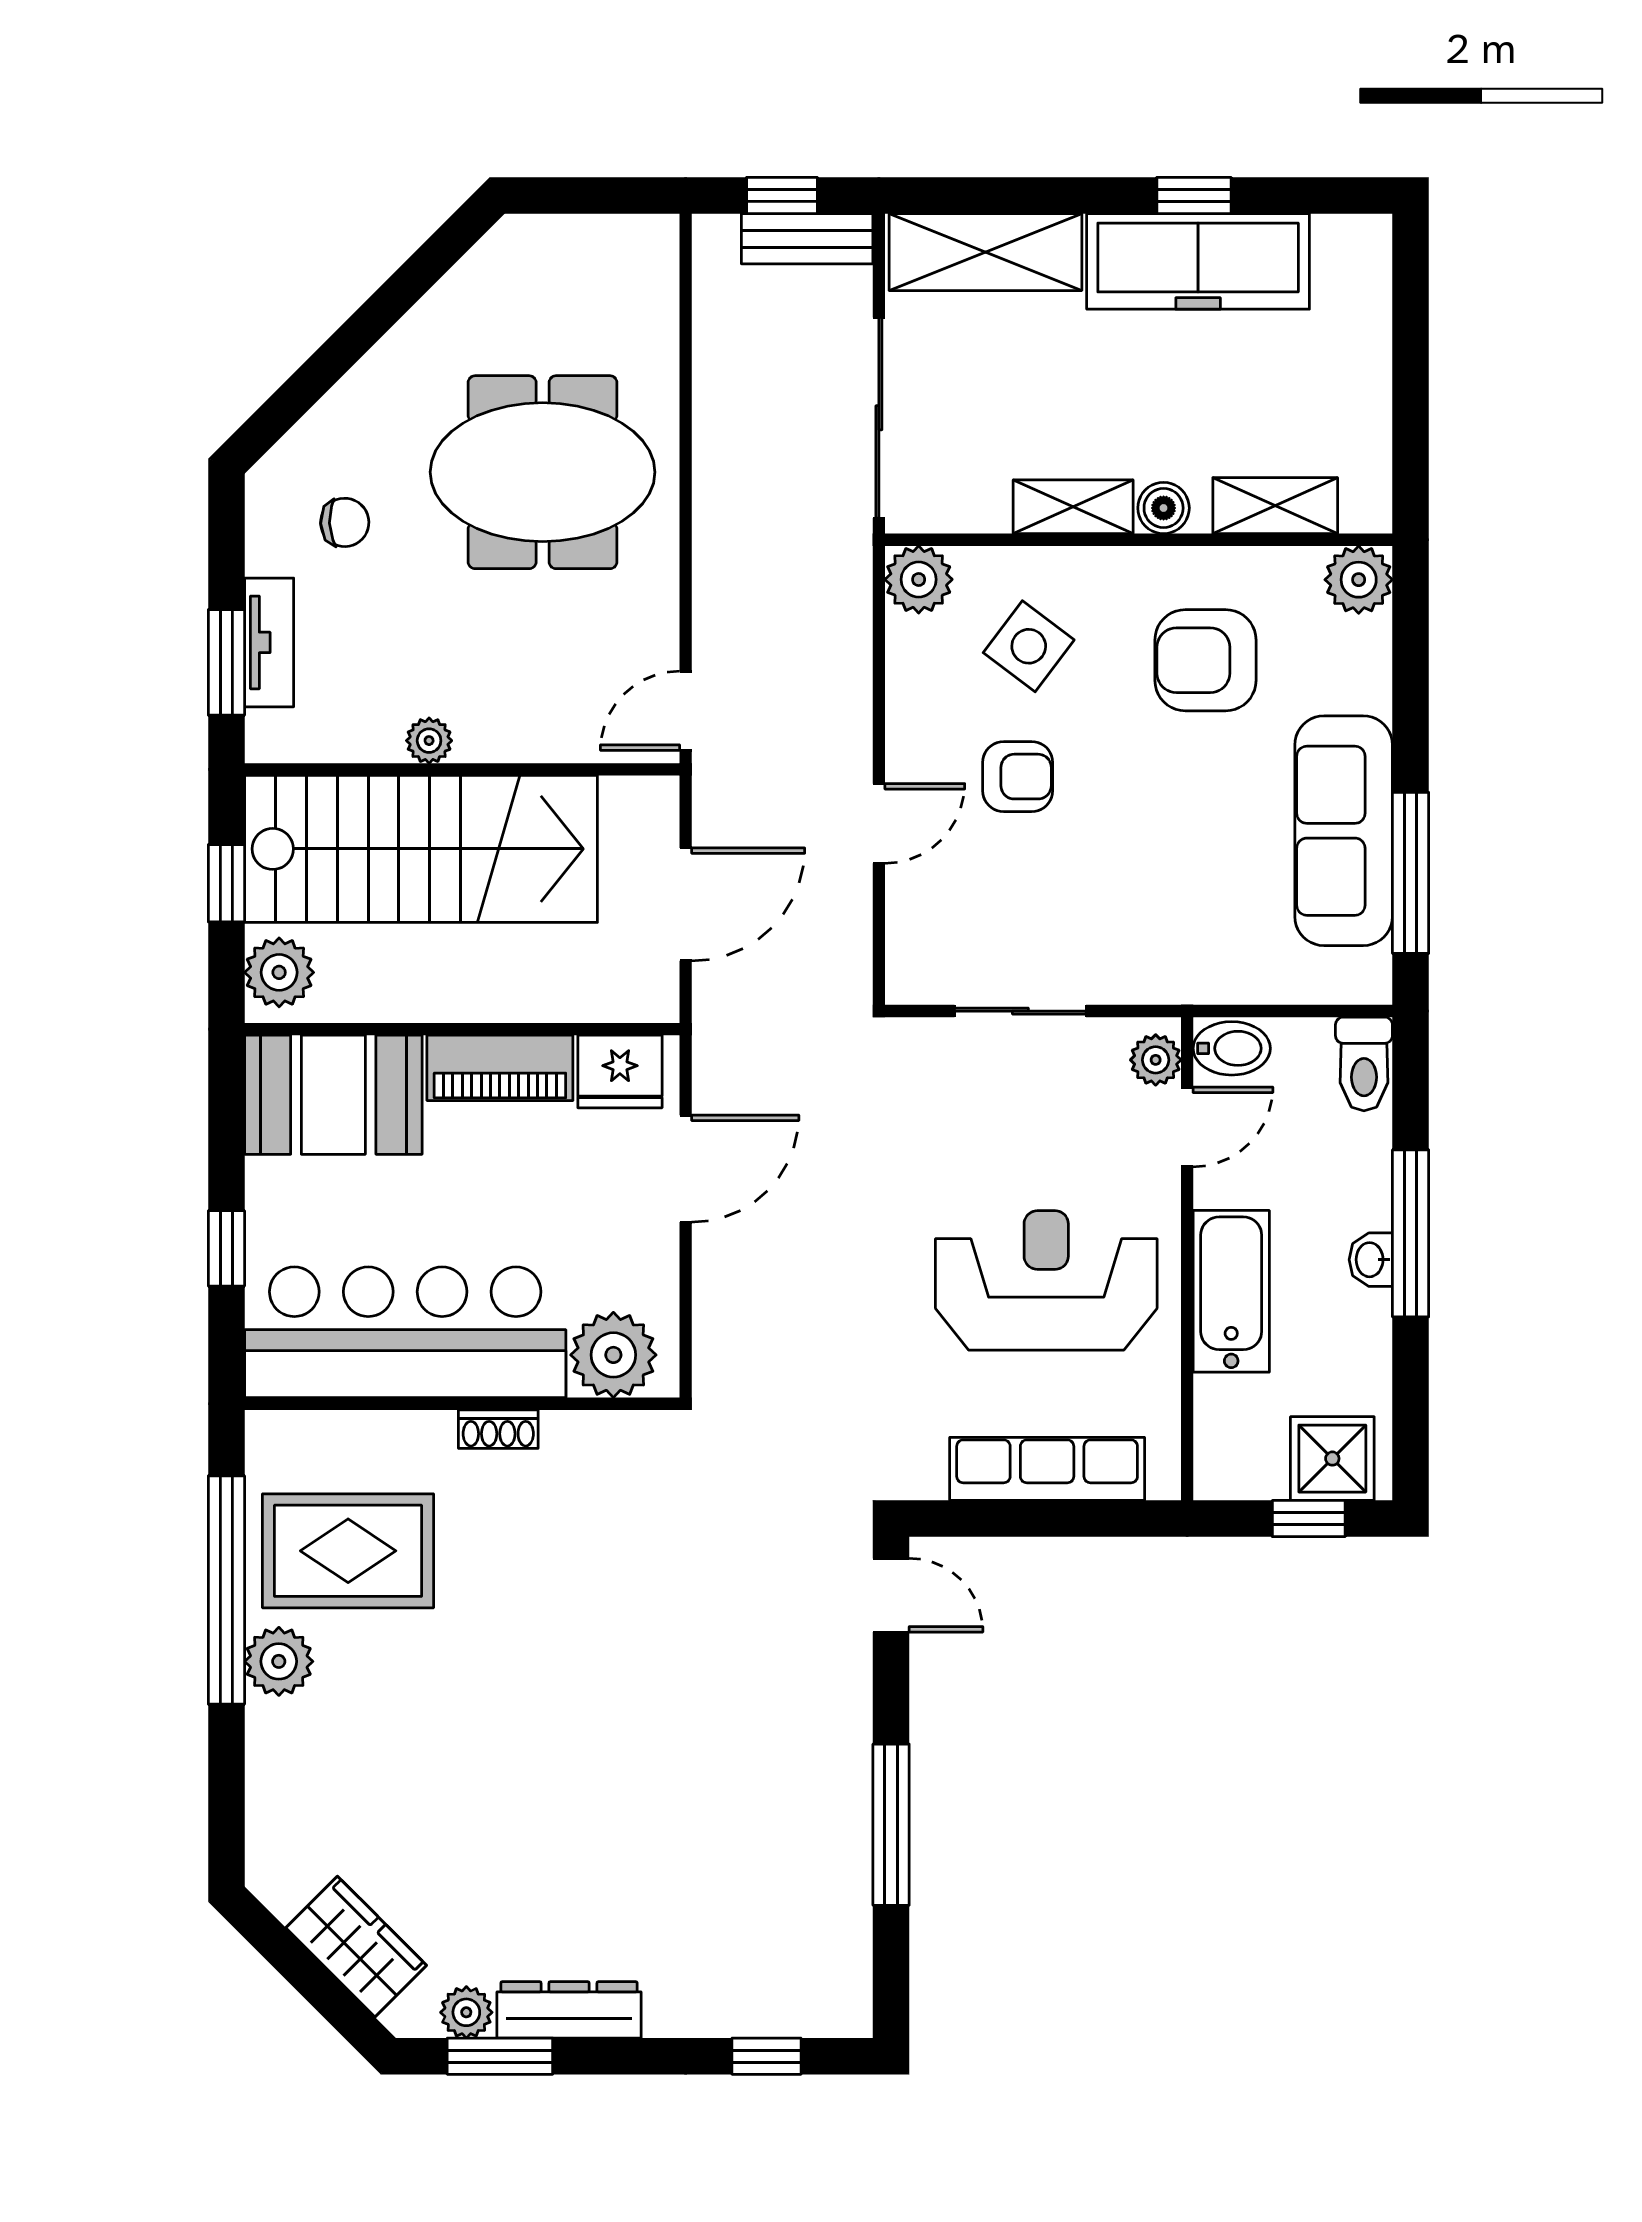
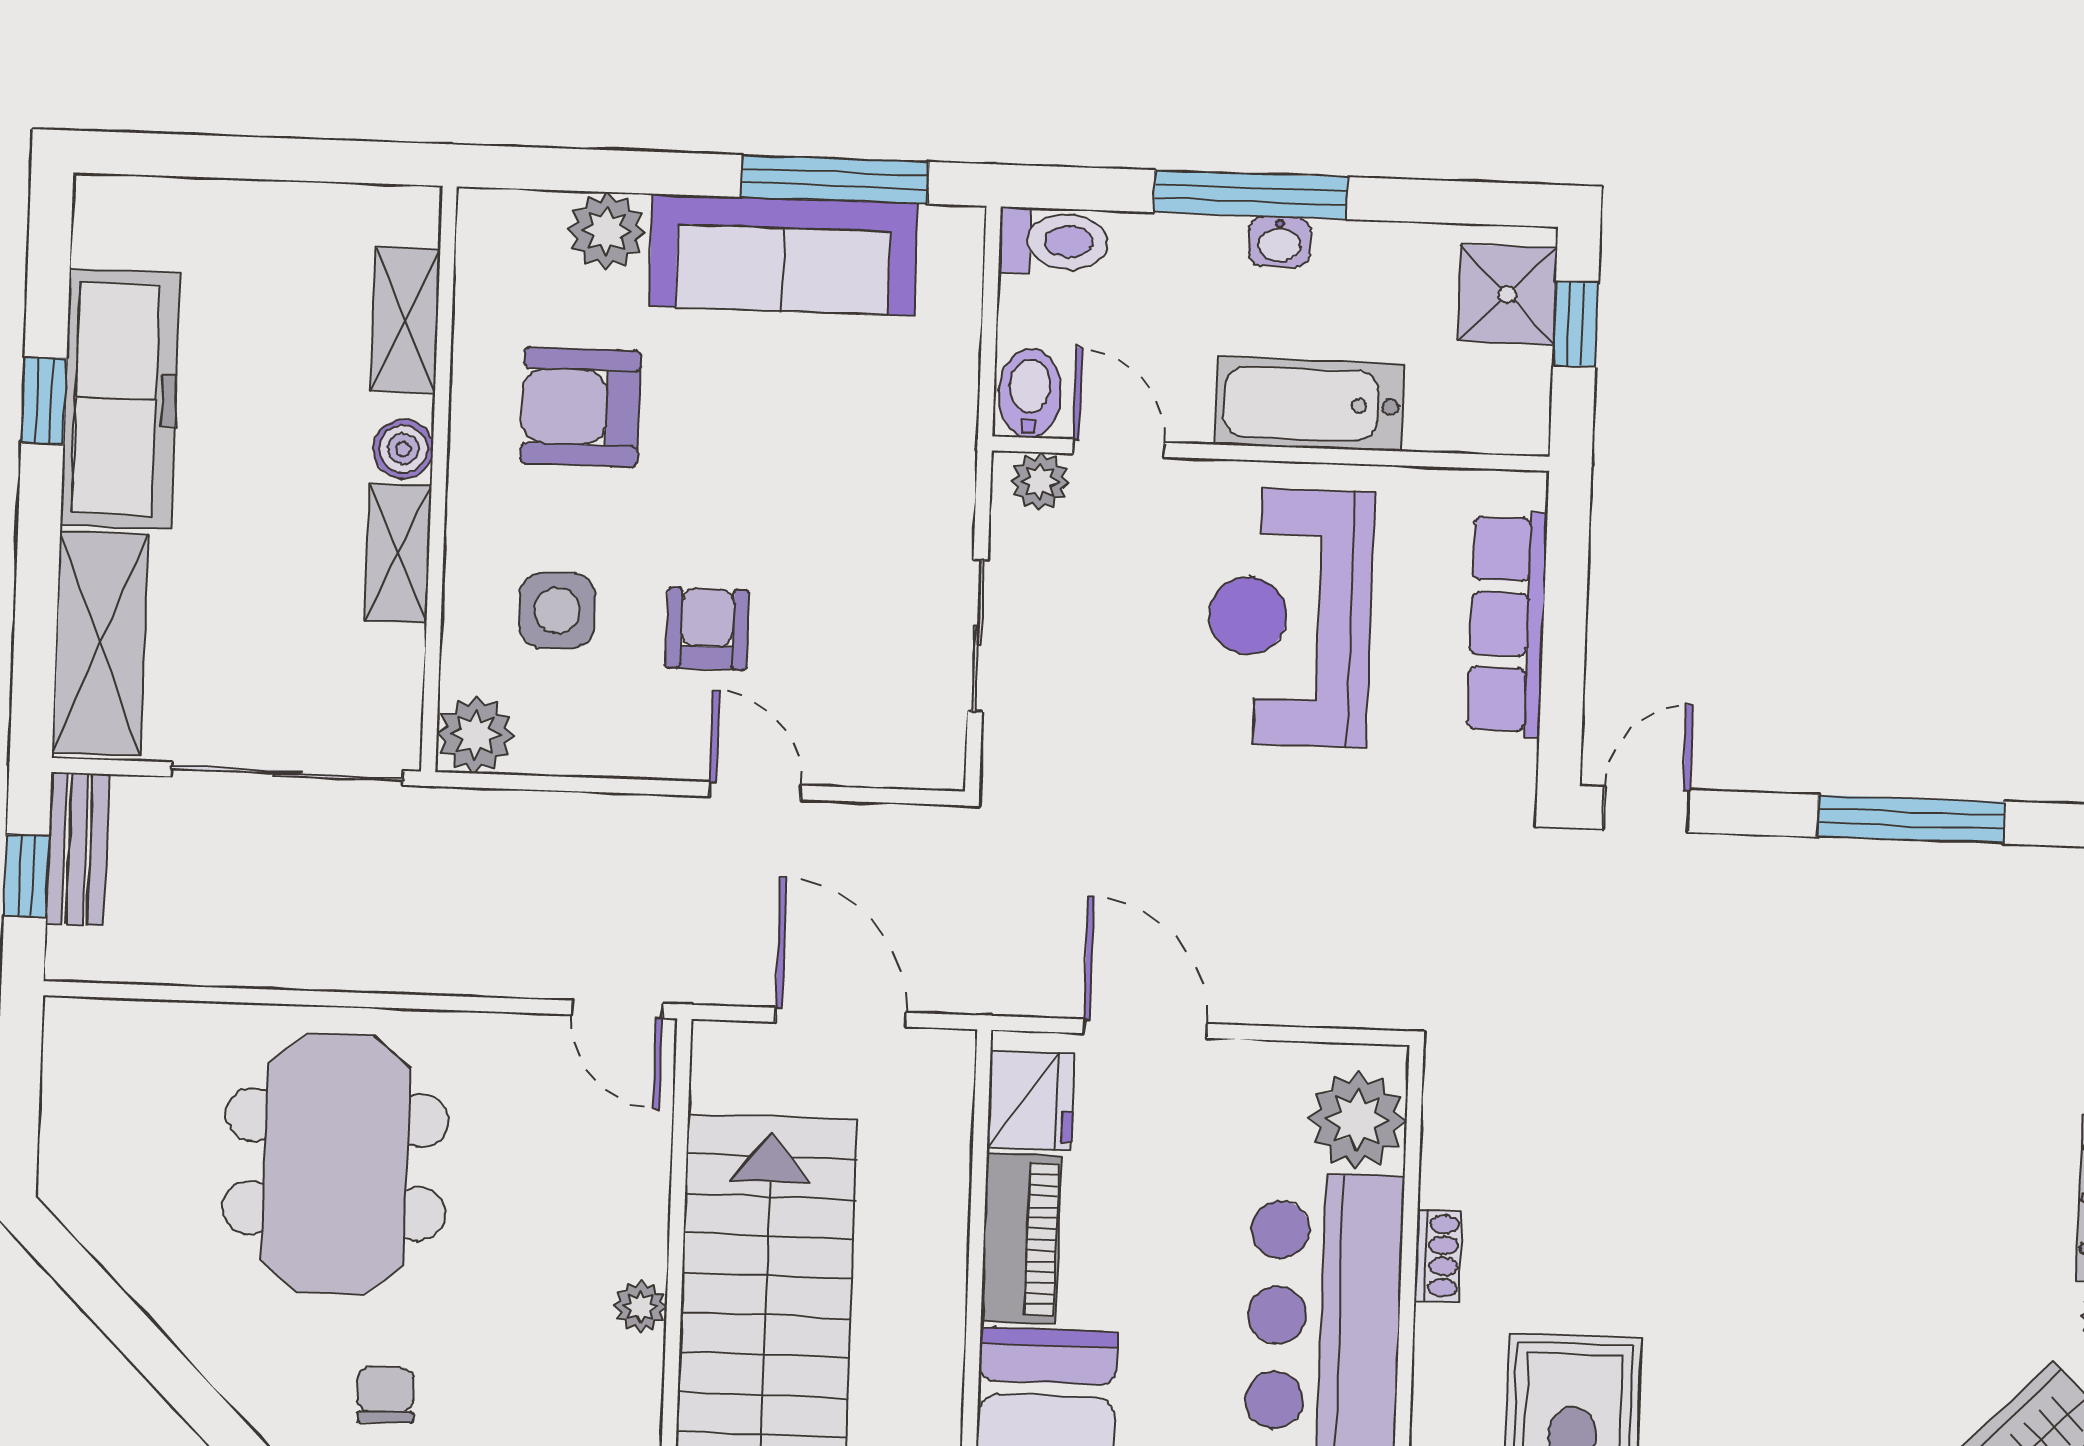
plant: (1359, 580) -> (607, 231), moved
side table: (1029, 646) -> (557, 610), turned -37
armchair: (1205, 660) -> (581, 407), turned 90

